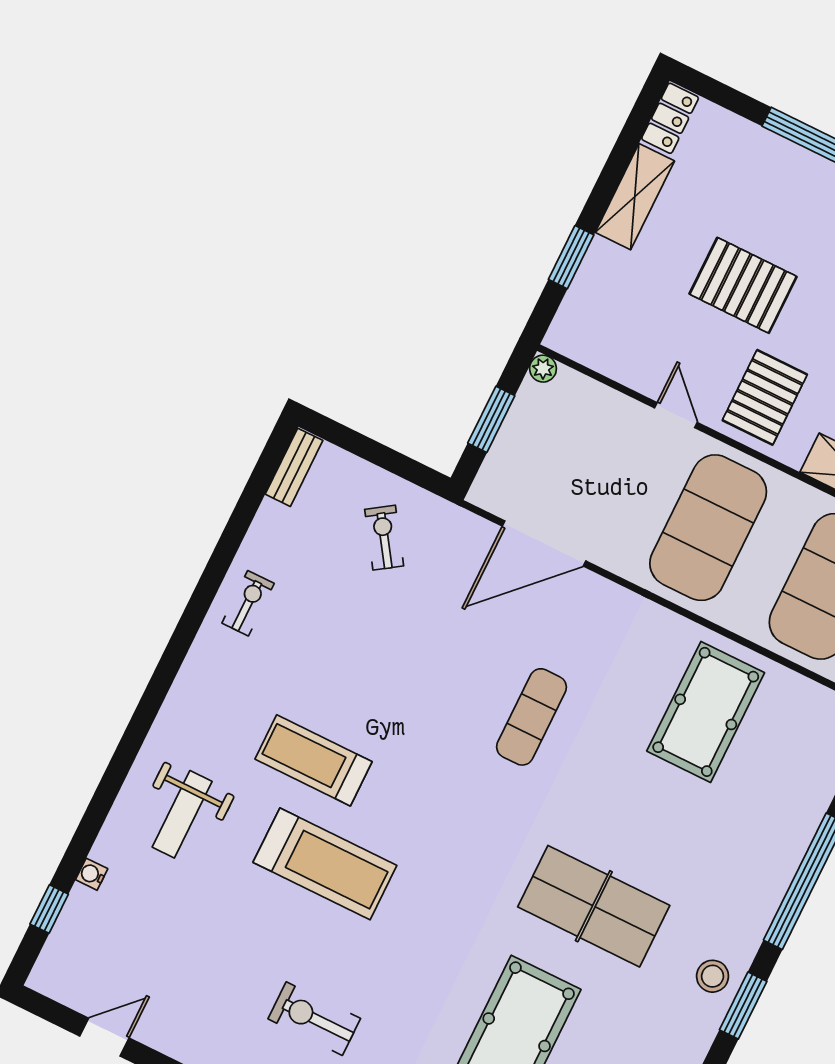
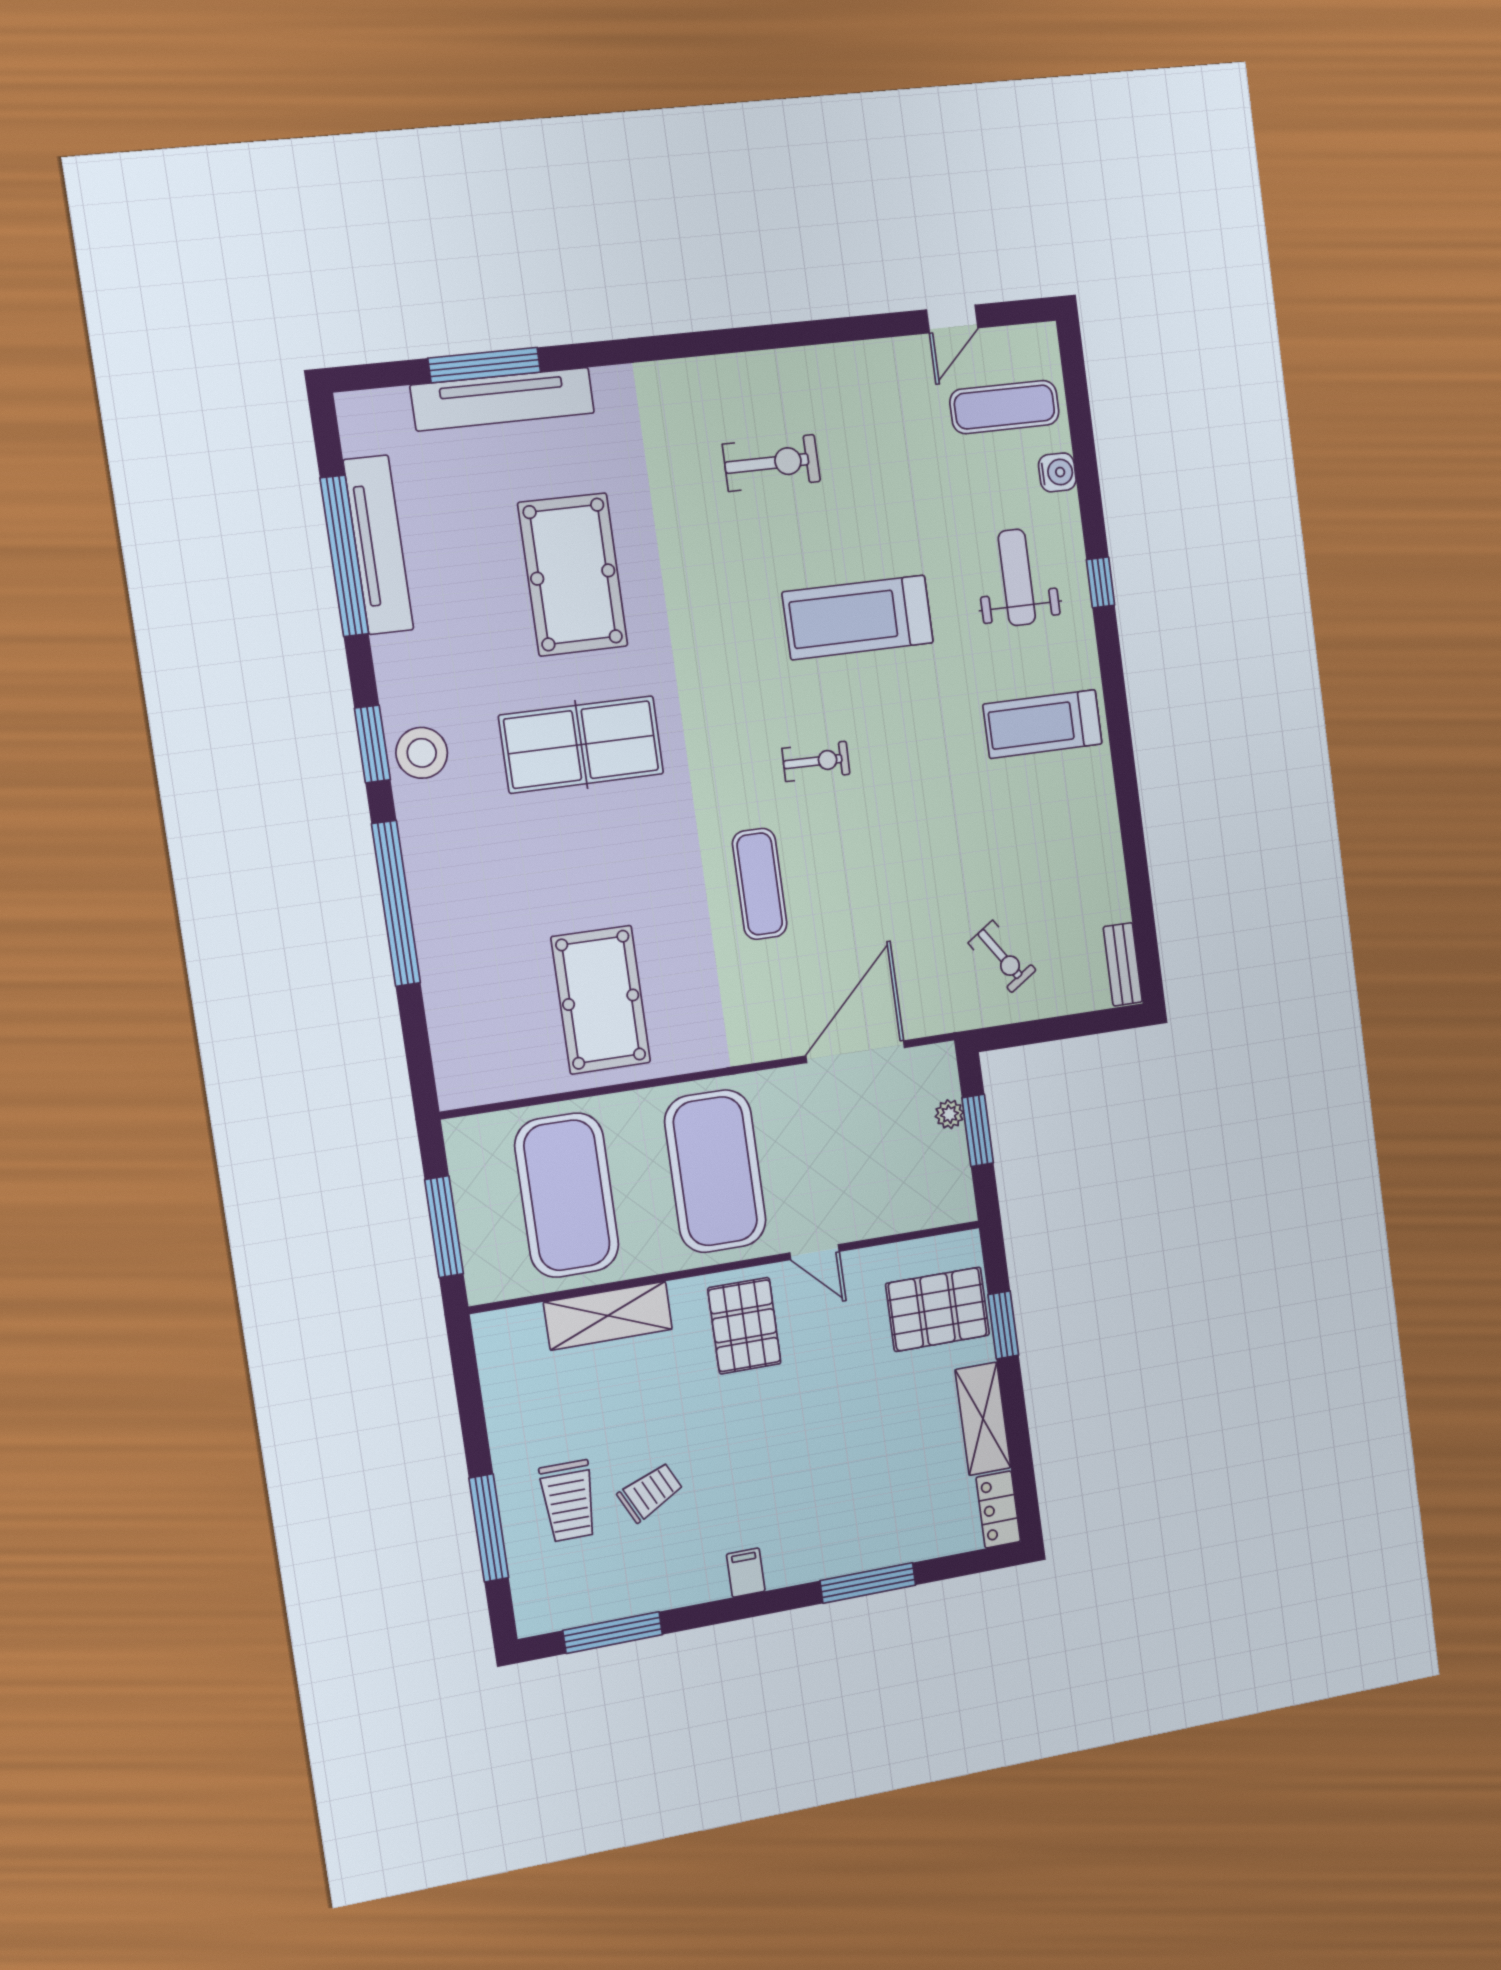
pallet: (743, 285) -> (938, 1309), moved
plant: (543, 369) -> (949, 1114), moved
exercise bike: (248, 603) -> (816, 761), moved, turned -89
treadmill: (313, 760) -> (1043, 724), moved, turned 180
water cooler: (92, 874) -> (1057, 472), width x1.38, depth x1.38
window: (49, 909) -> (1101, 582), moved
exercise mat: (107, 947) -> (1004, 407), added
stool: (713, 976) -> (422, 753), width x1.38, depth x1.38

